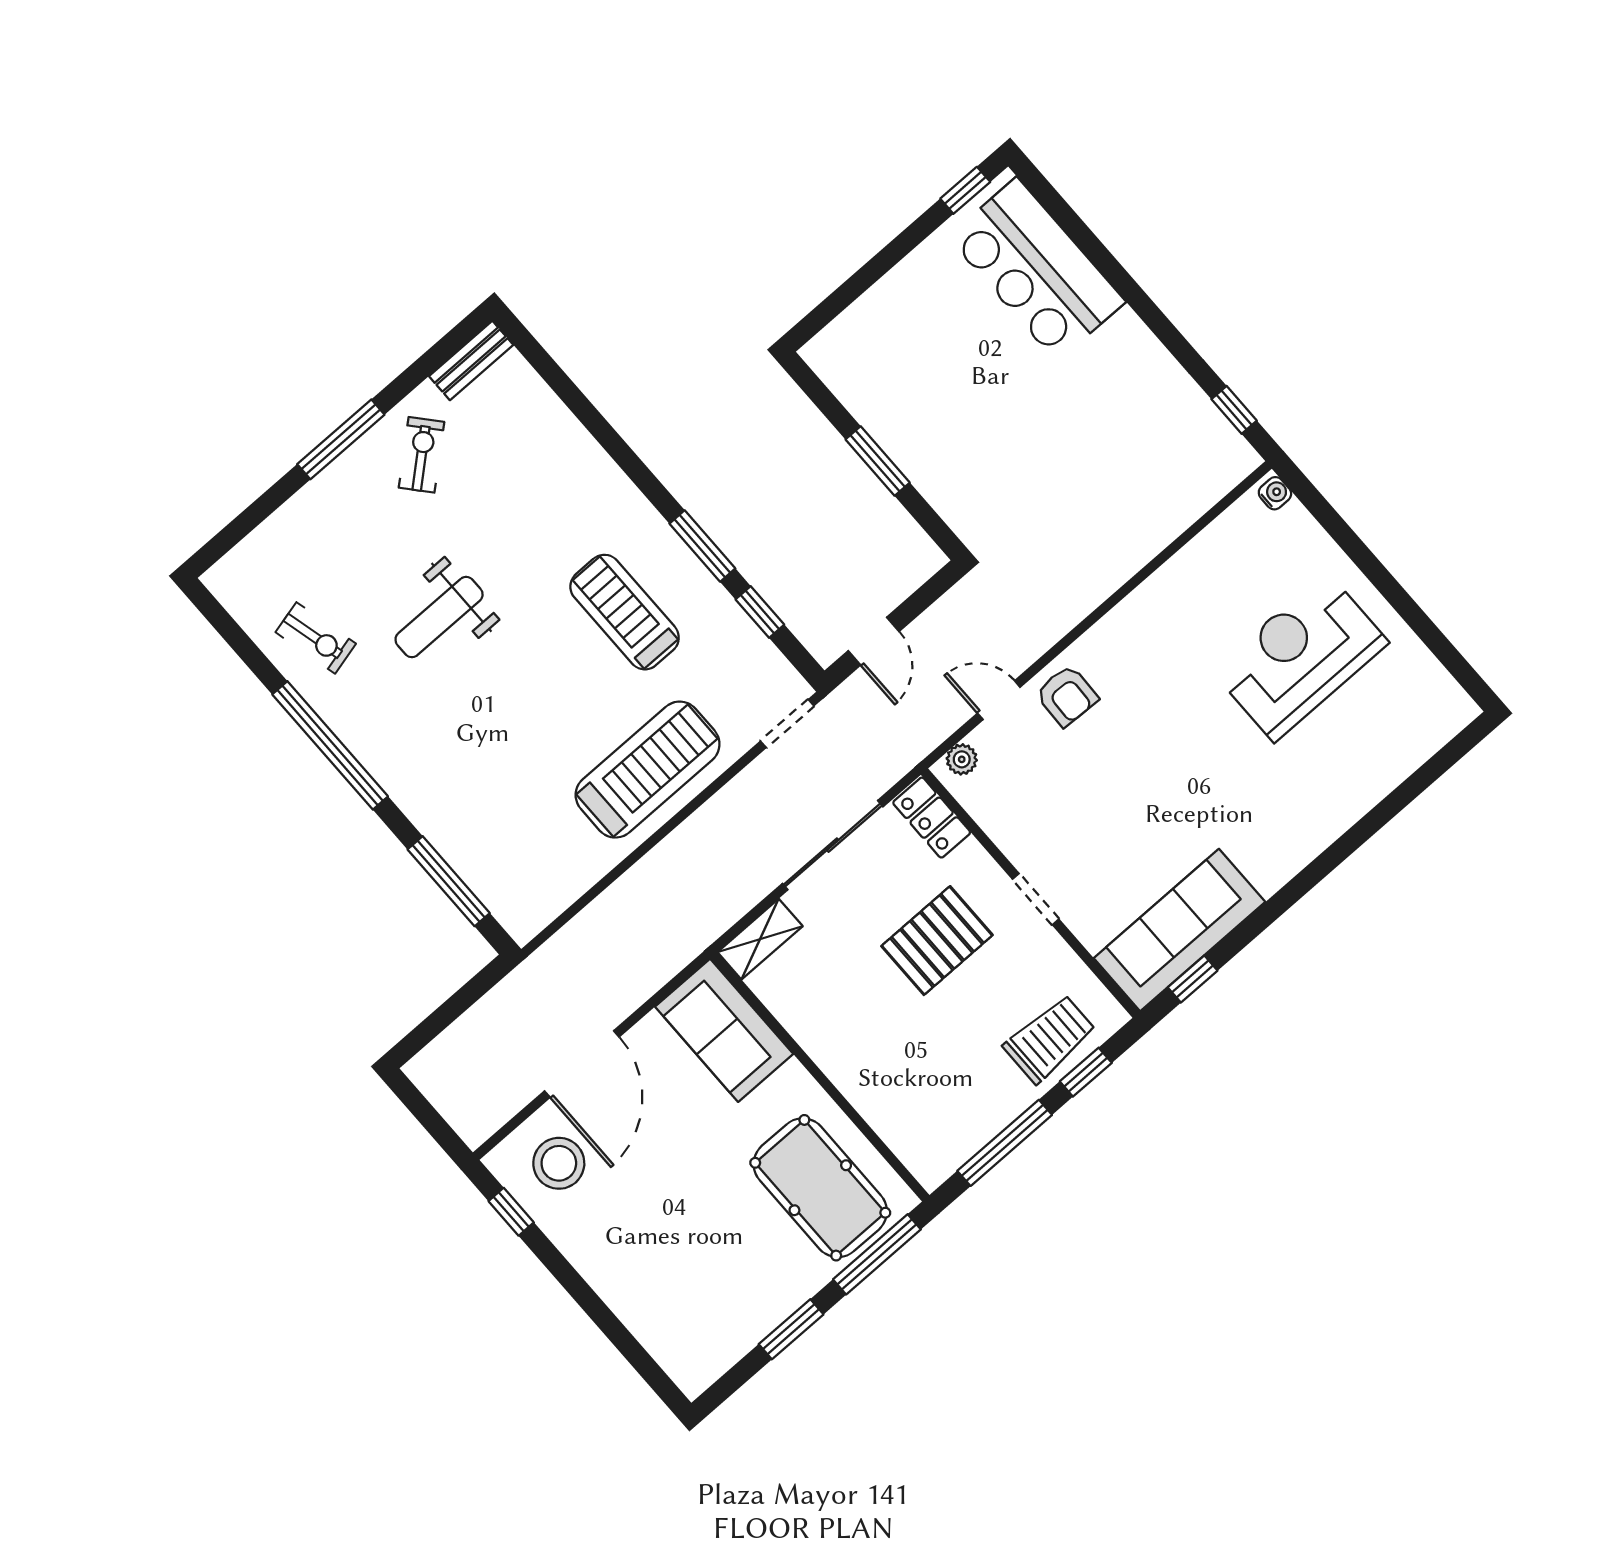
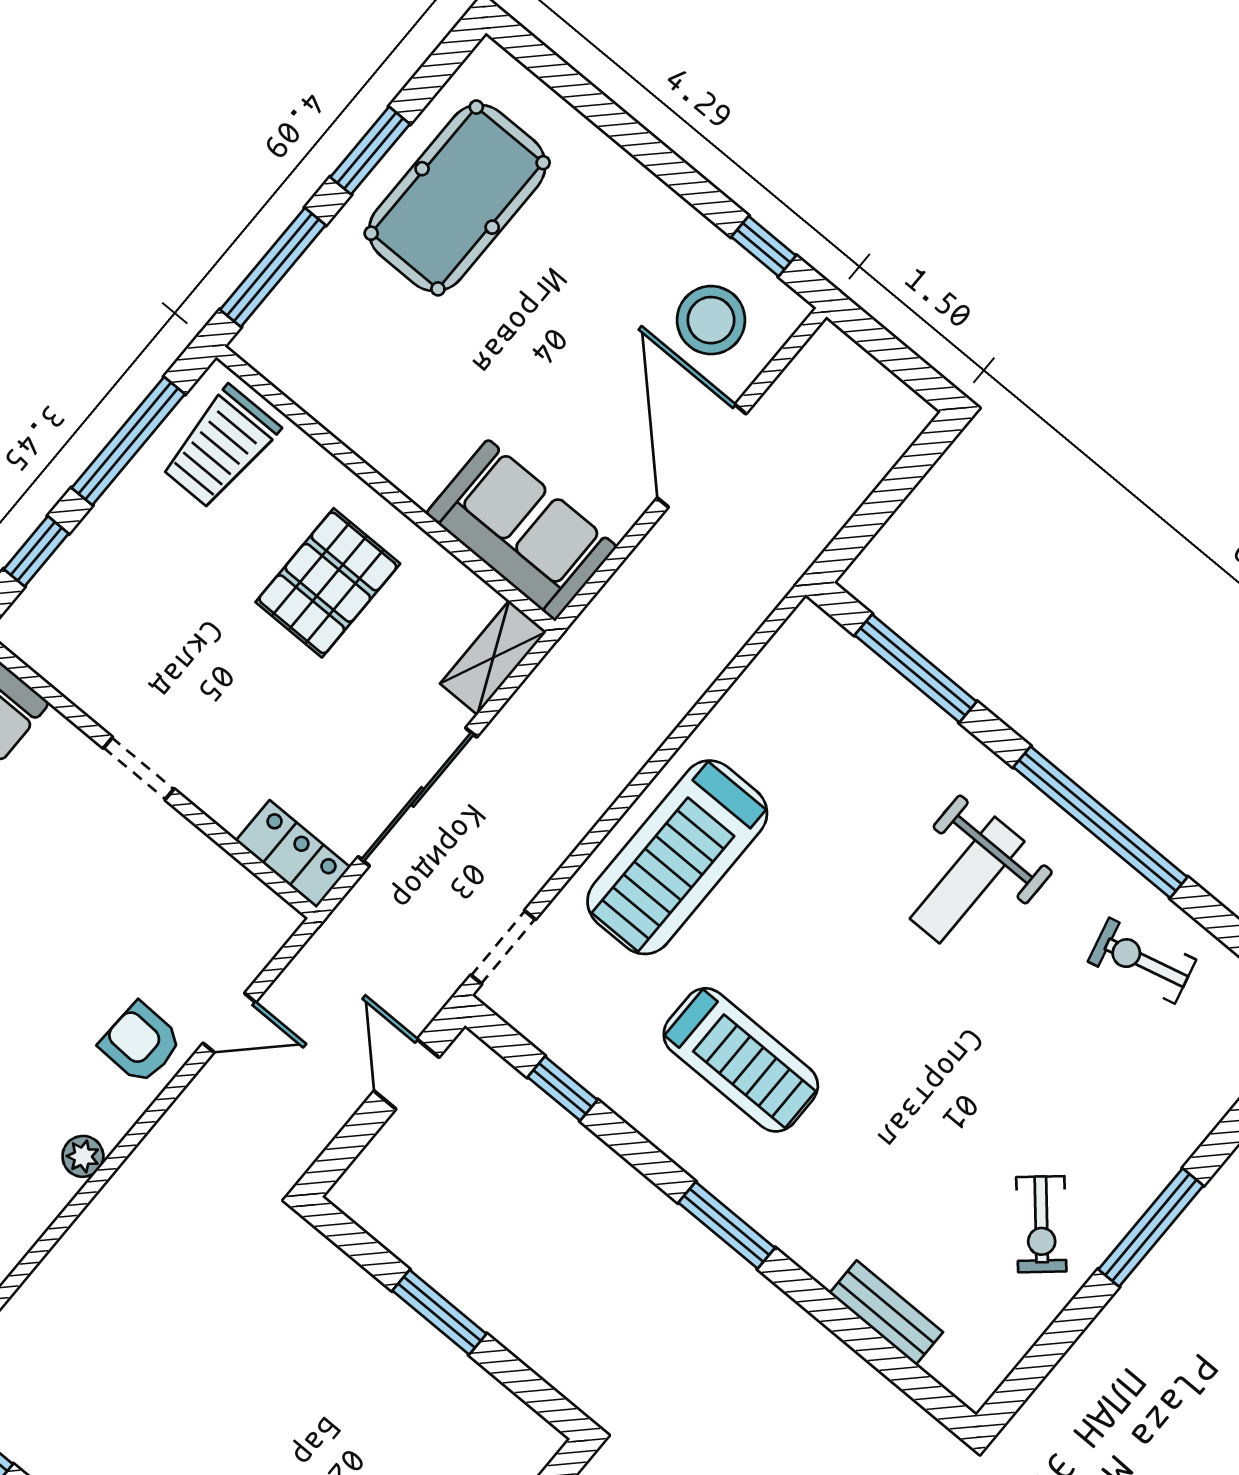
bench: (471, 360) -> (886, 1313), moved, turned 90
window: (702, 546) -> (727, 1225), moved
weight bench: (439, 617) -> (967, 880), moved, turned 180
plant: (962, 759) -> (83, 1156), moved
pallet: (937, 941) -> (328, 583), moved
trolley: (1050, 1039) -> (220, 447), moved
pool table: (820, 1188) -> (457, 198), moved, turned 90

